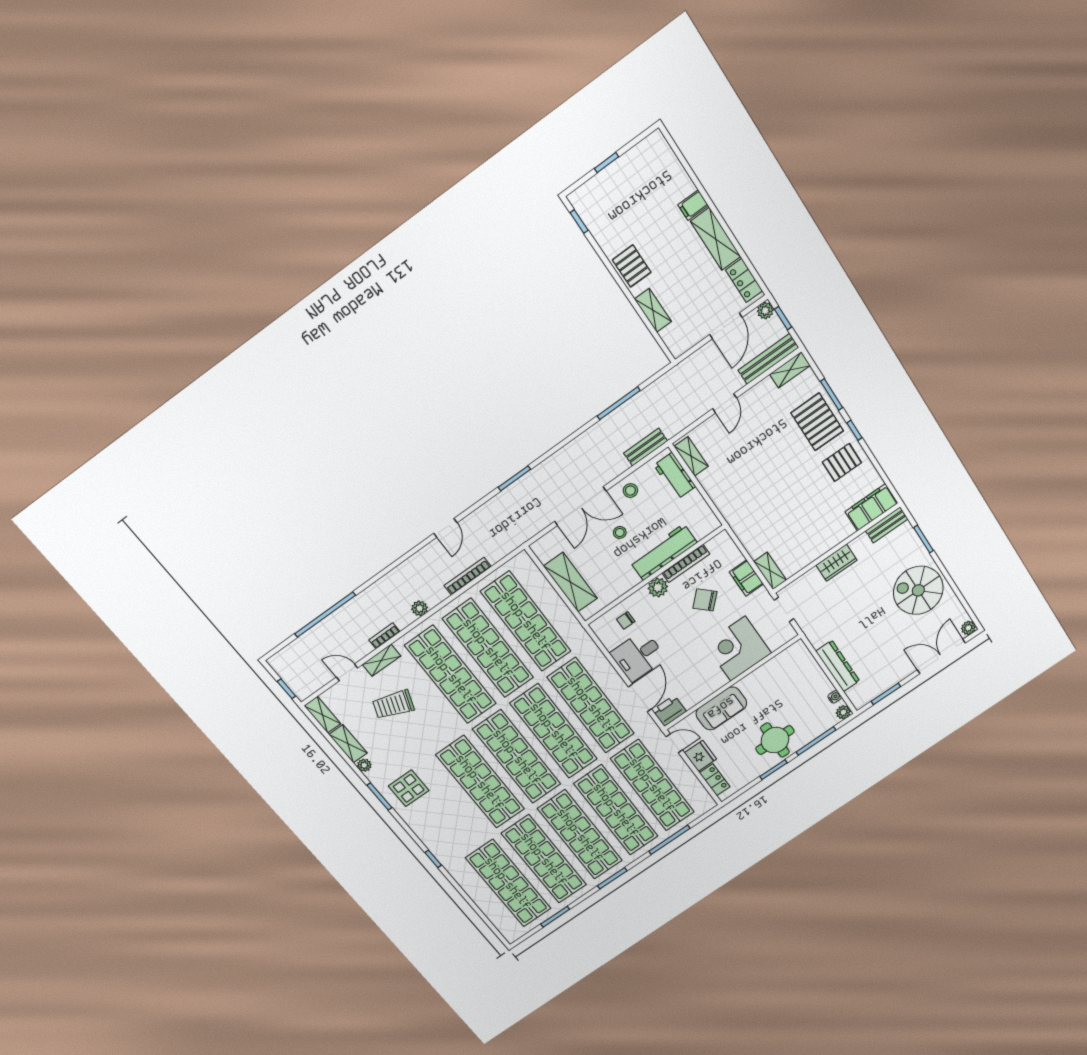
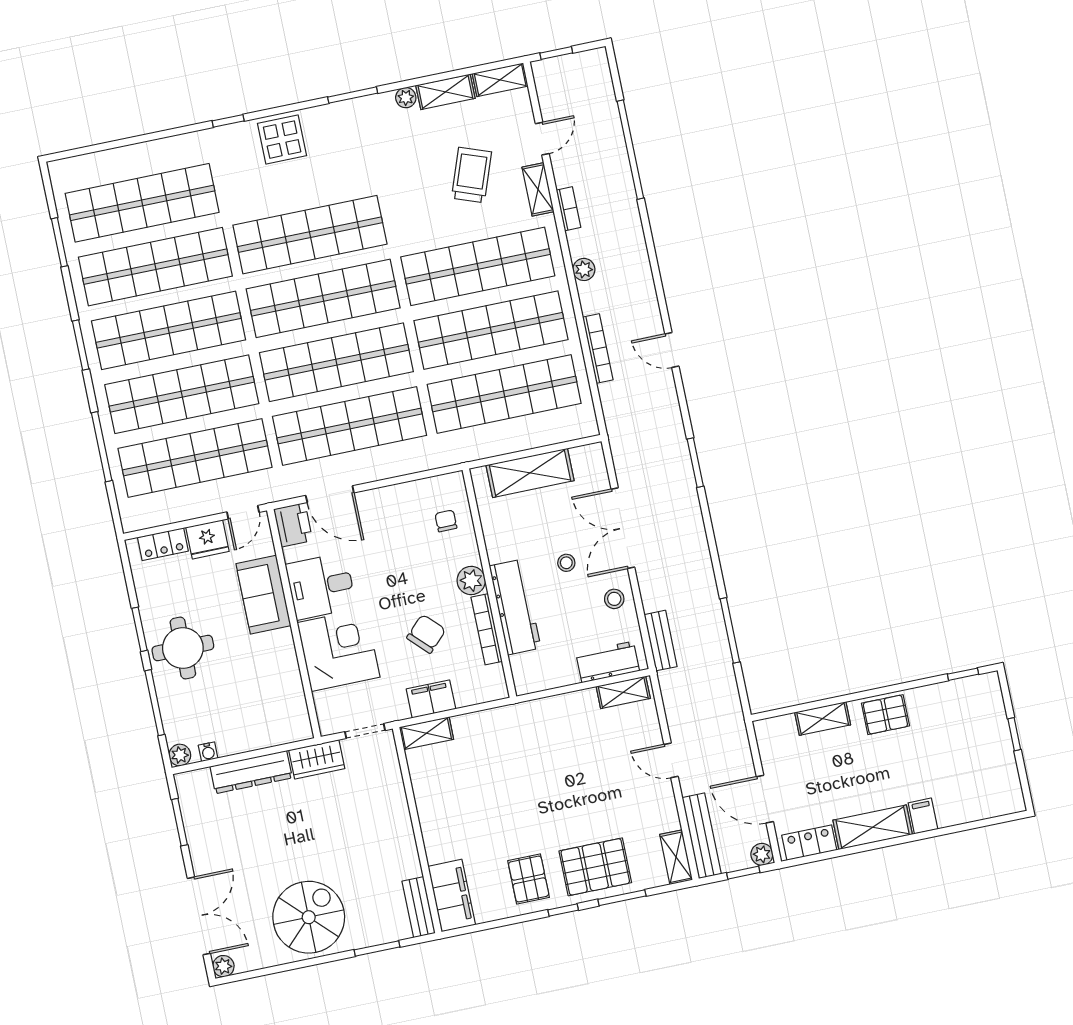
wardrobe: (836, 563) -> (317, 759), moved, turned -90
desk: (638, 656) -> (321, 586), moved, turned -90
display table: (409, 788) -> (282, 140), moved

